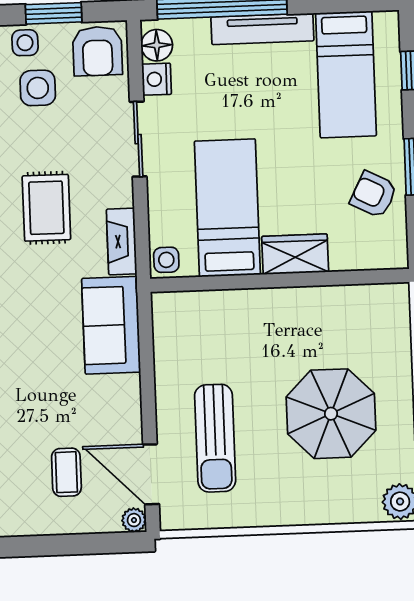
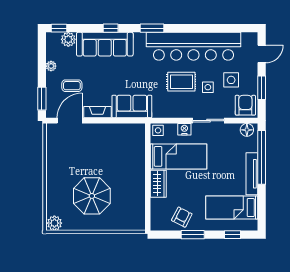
side table: (25, 43) -> (208, 87), moved
armchair: (97, 51) -> (245, 105), turned 90
nightstand: (157, 79) -> (184, 129), moved
fireplace: (122, 241) -> (97, 112), moved
sun lounger: (215, 438) -> (84, 148), removed
plant: (134, 520) -> (51, 66), moved
window: (100, 543) -> (42, 99), added

